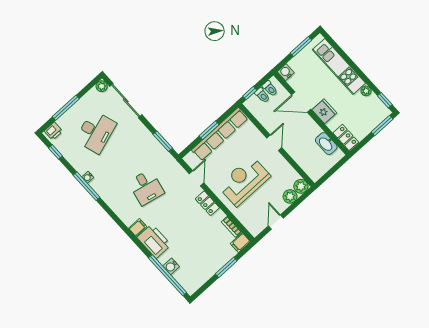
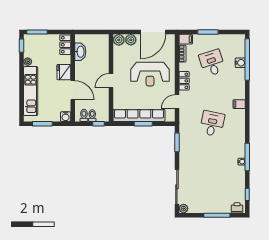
desk: (96, 132) -> (212, 63), moved, width x0.73
door: (276, 222) -> (153, 32), width x1.88
printer: (154, 241) -> (237, 87), removed

